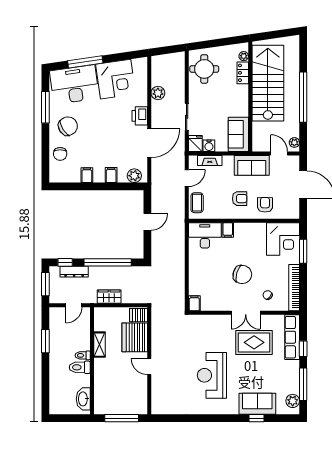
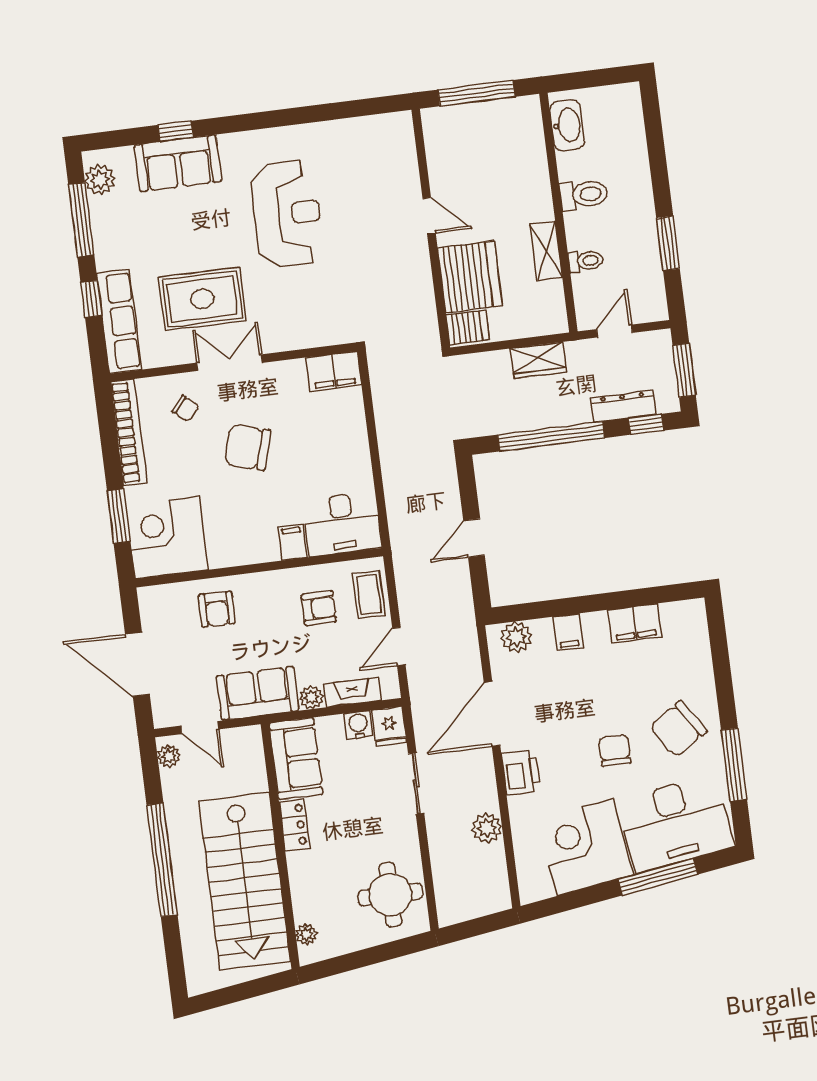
locker: (243, 73) -> (294, 825), moved
chair: (60, 154) -> (615, 750), moved
plant: (228, 160) -> (311, 697), added
filing cabinet: (87, 175) -> (635, 623), width x2.00
armchair: (240, 199) -> (319, 608), moved, turned 180
filing cabinet: (194, 303) -> (334, 371), width x2.00
toilet: (83, 355) -> (586, 261), moved

